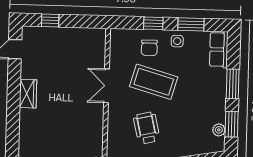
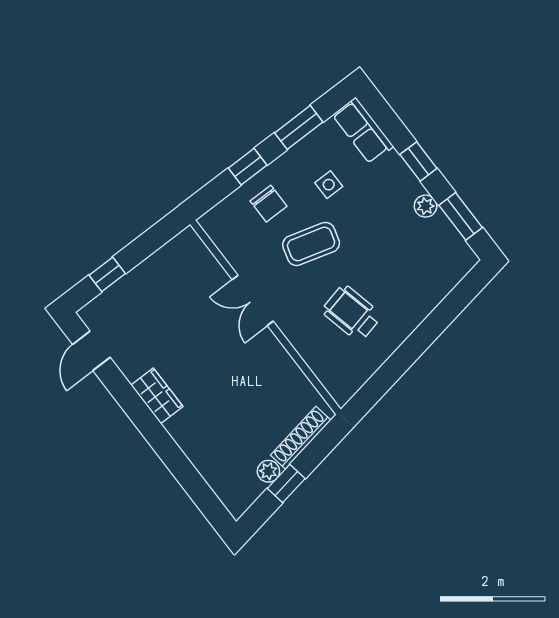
side table: (177, 41) -> (329, 185), moved
coffee table: (154, 82) -> (311, 244), width x0.73, depth x0.76
window: (233, 84) -> (418, 161), width x0.67
plant: (219, 130) -> (426, 206), moved

